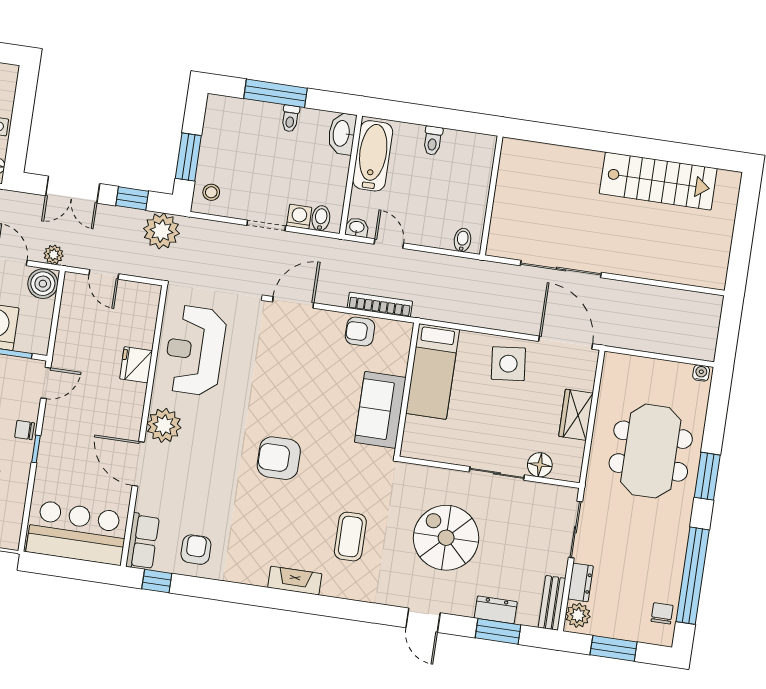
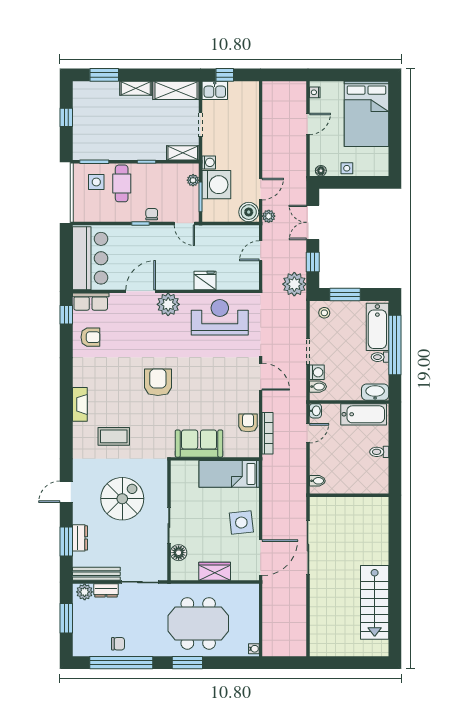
window: (275, 93) -> (395, 345), width x1.46
bathtub: (244, 116) -> (377, 327), added
bench: (552, 603) -> (96, 574), width x1.36
chair: (662, 613) -> (118, 644), moved

